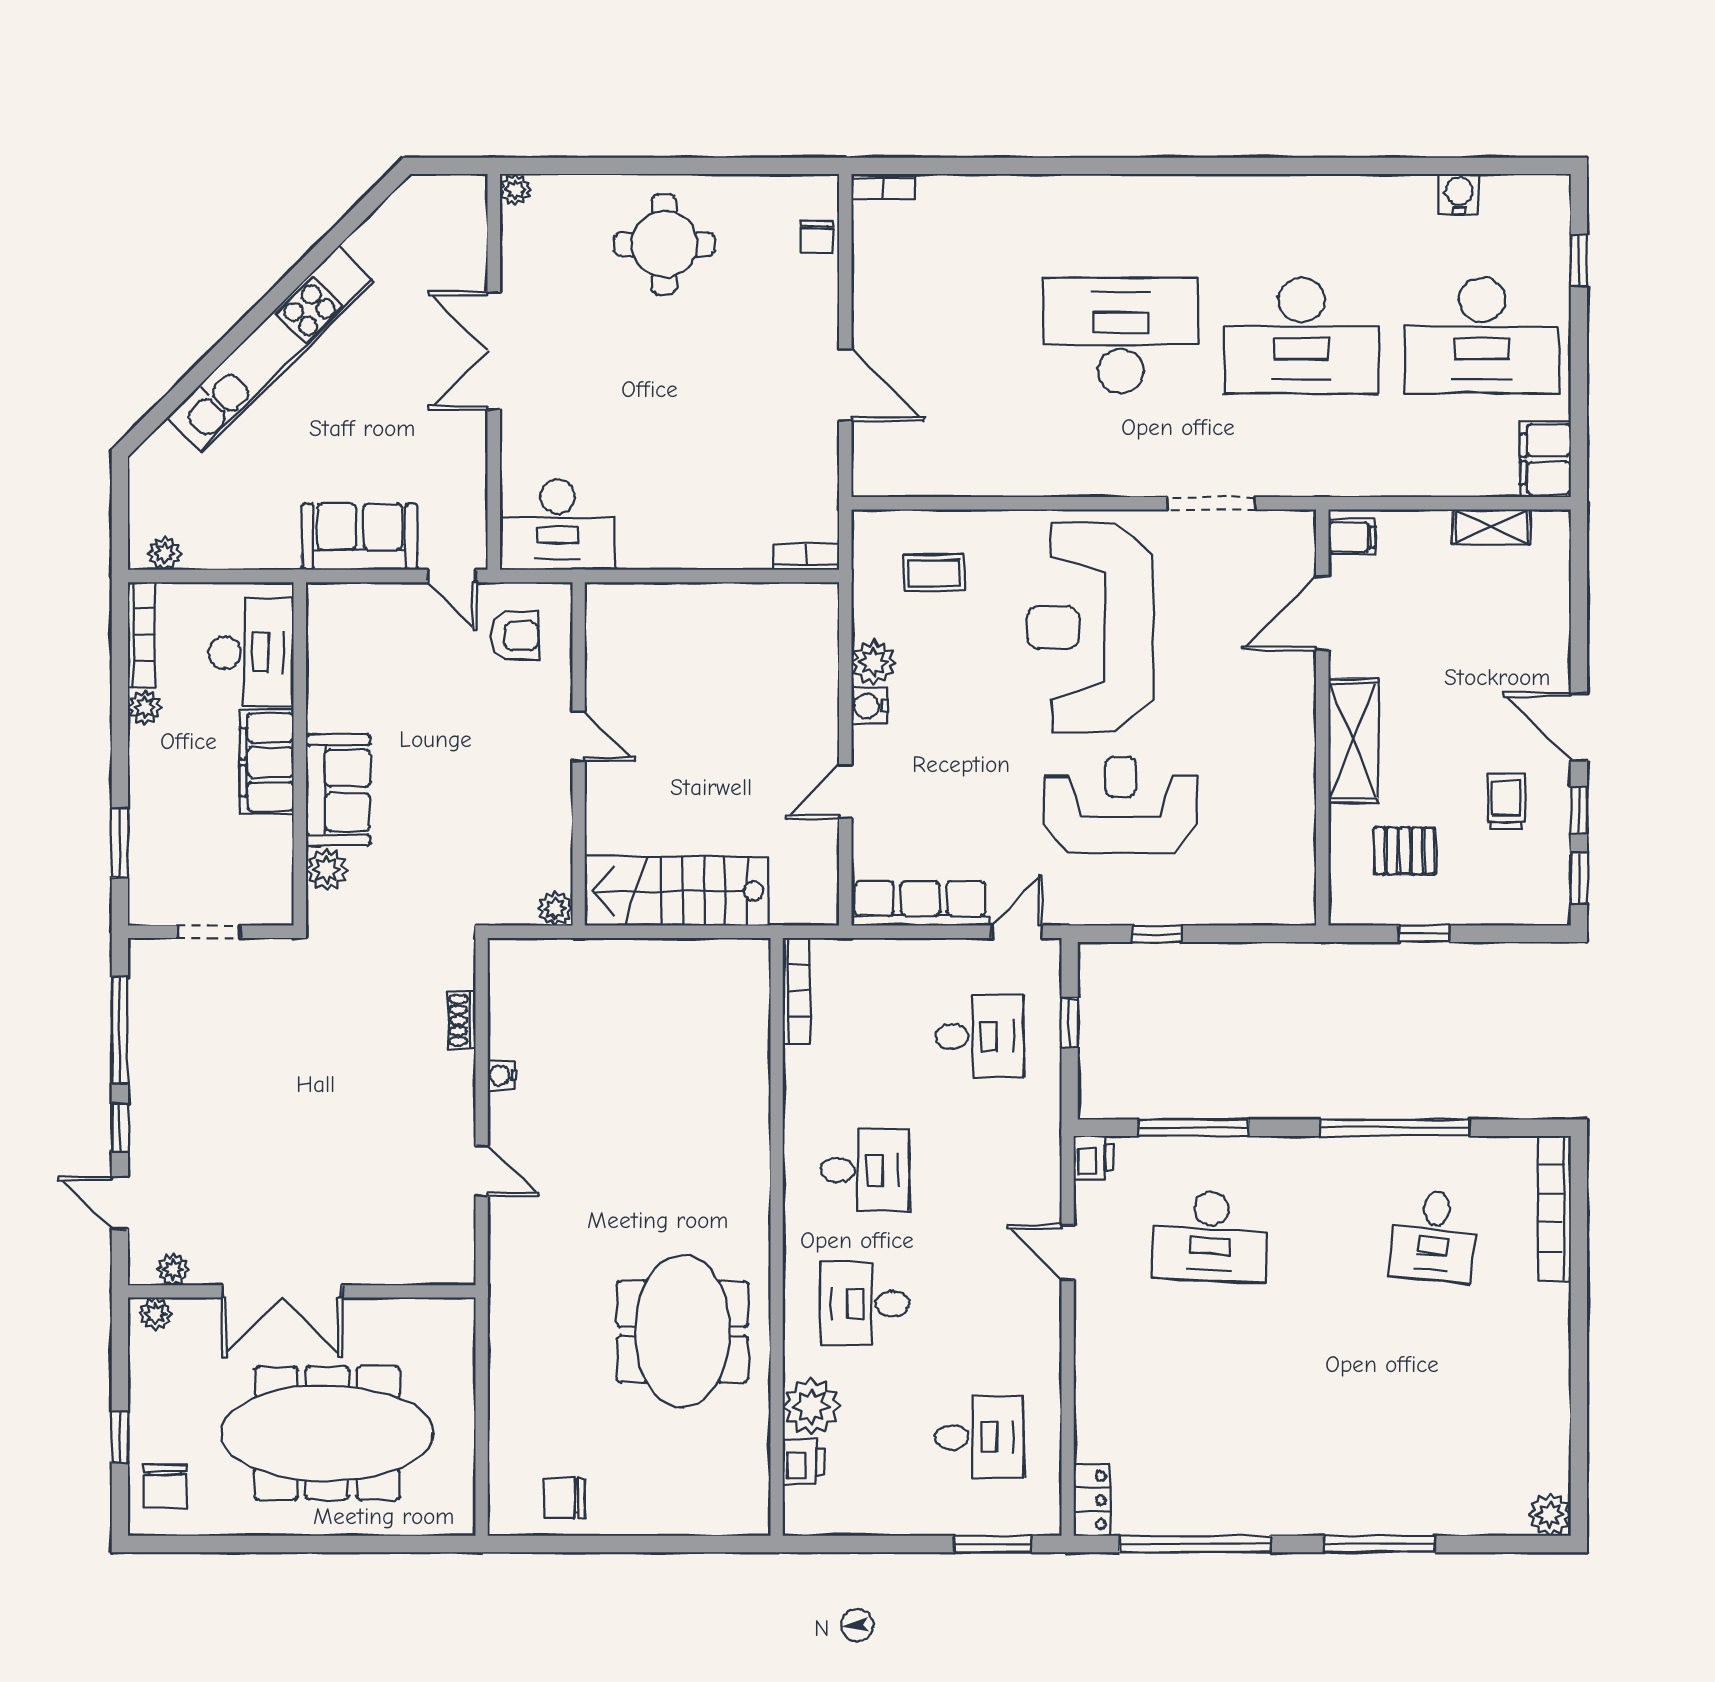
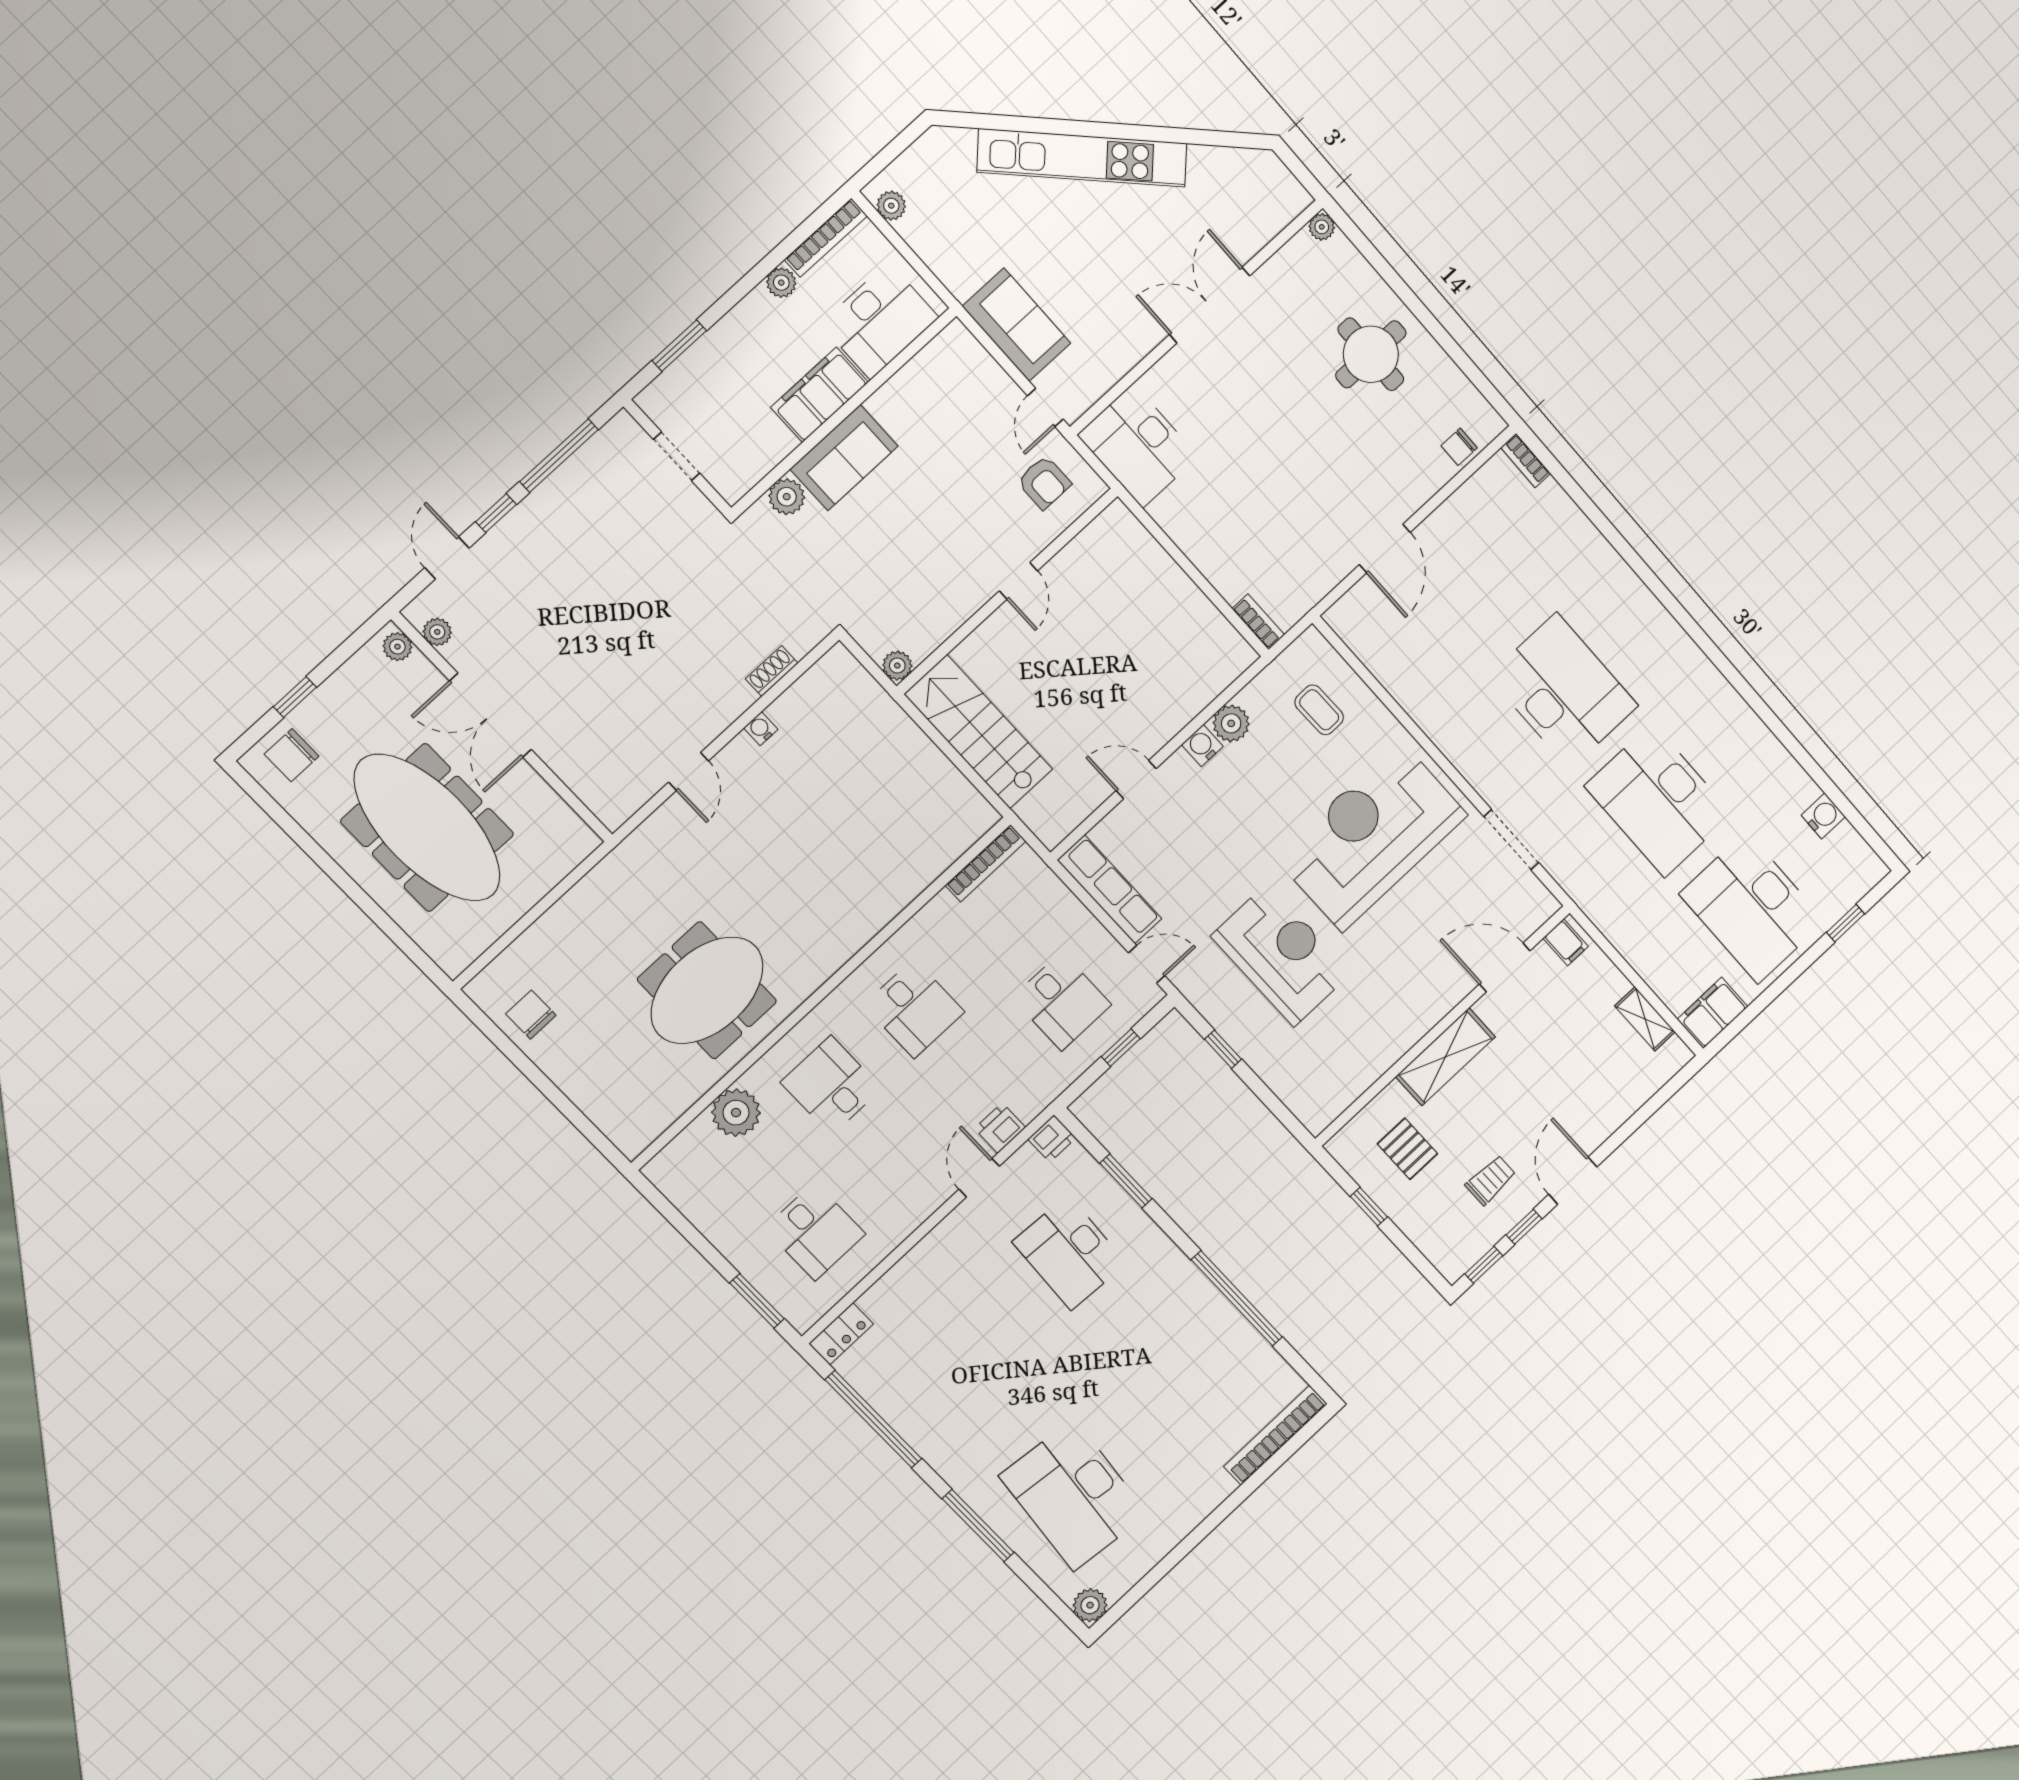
window: (1193, 1128) -> (1126, 1181), width x0.69
desk: (1434, 1236) -> (1074, 1495), moved, width x1.87, depth x1.30
printer: (804, 1461) -> (1000, 1128), moved, turned 180

